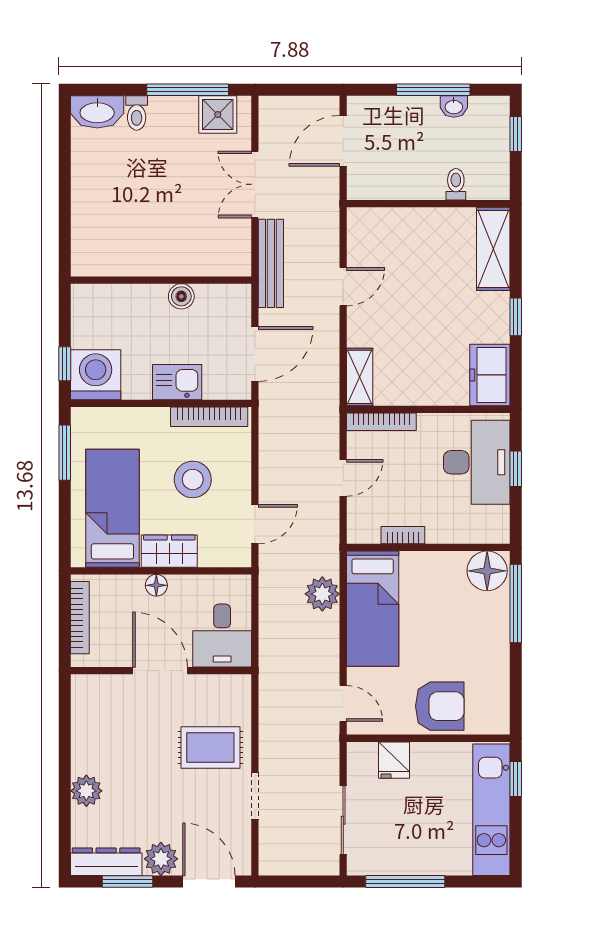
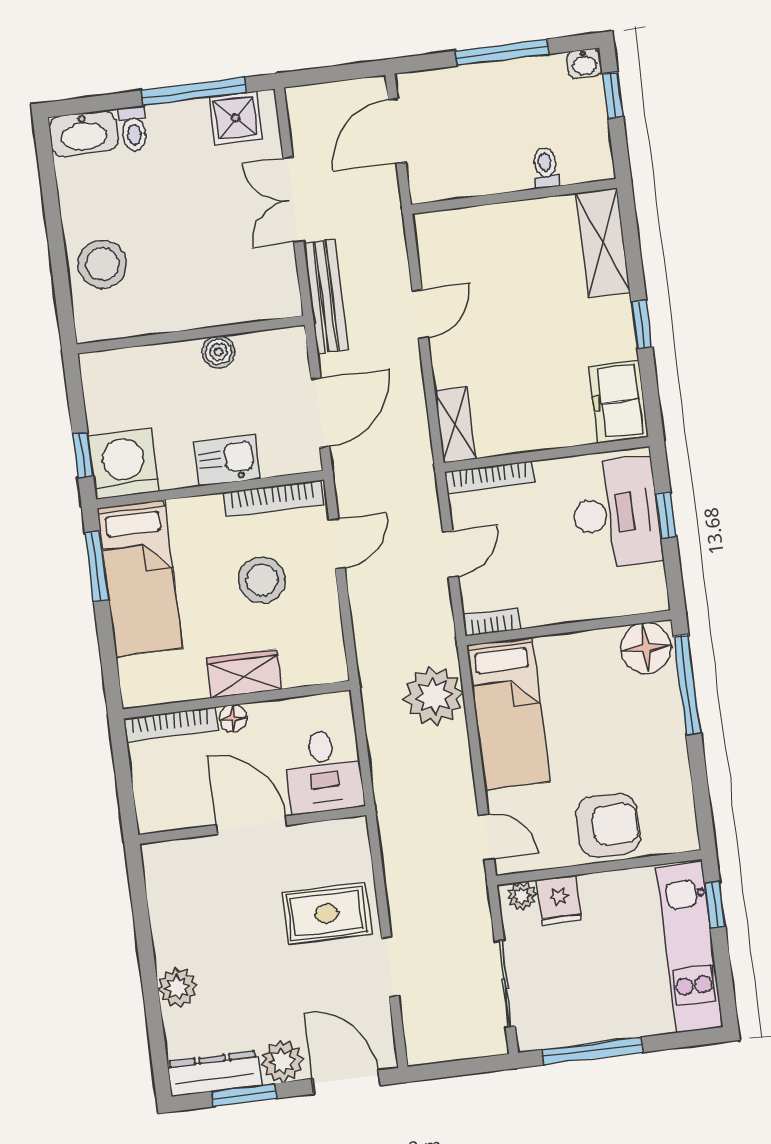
washbasin: (454, 106) -> (584, 63), moved
stool: (99, 216) -> (102, 264), added
bed: (112, 508) -> (140, 578), moved, turned 180
door: (255, 524) -> (337, 544), moved
bookcase: (403, 535) -> (491, 622), moved
plant: (322, 594) -> (434, 696), width x1.36, depth x1.36
bookcase: (80, 618) -> (171, 724), moved, turned 90
plant: (365, 753) -> (522, 896), added

